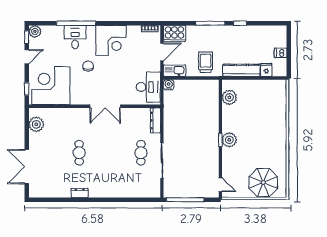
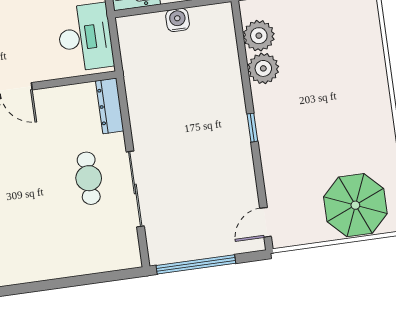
water cooler: (169, 85) -> (178, 20), moved
plant: (229, 140) -> (263, 68), moved
door: (220, 185) -> (266, 222), swing flipped

